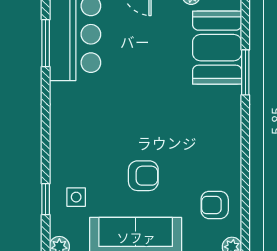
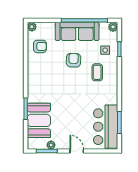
coffee table: (93, 150) -> (97, 72), added
armchair: (143, 176) -> (73, 60), turned 92

